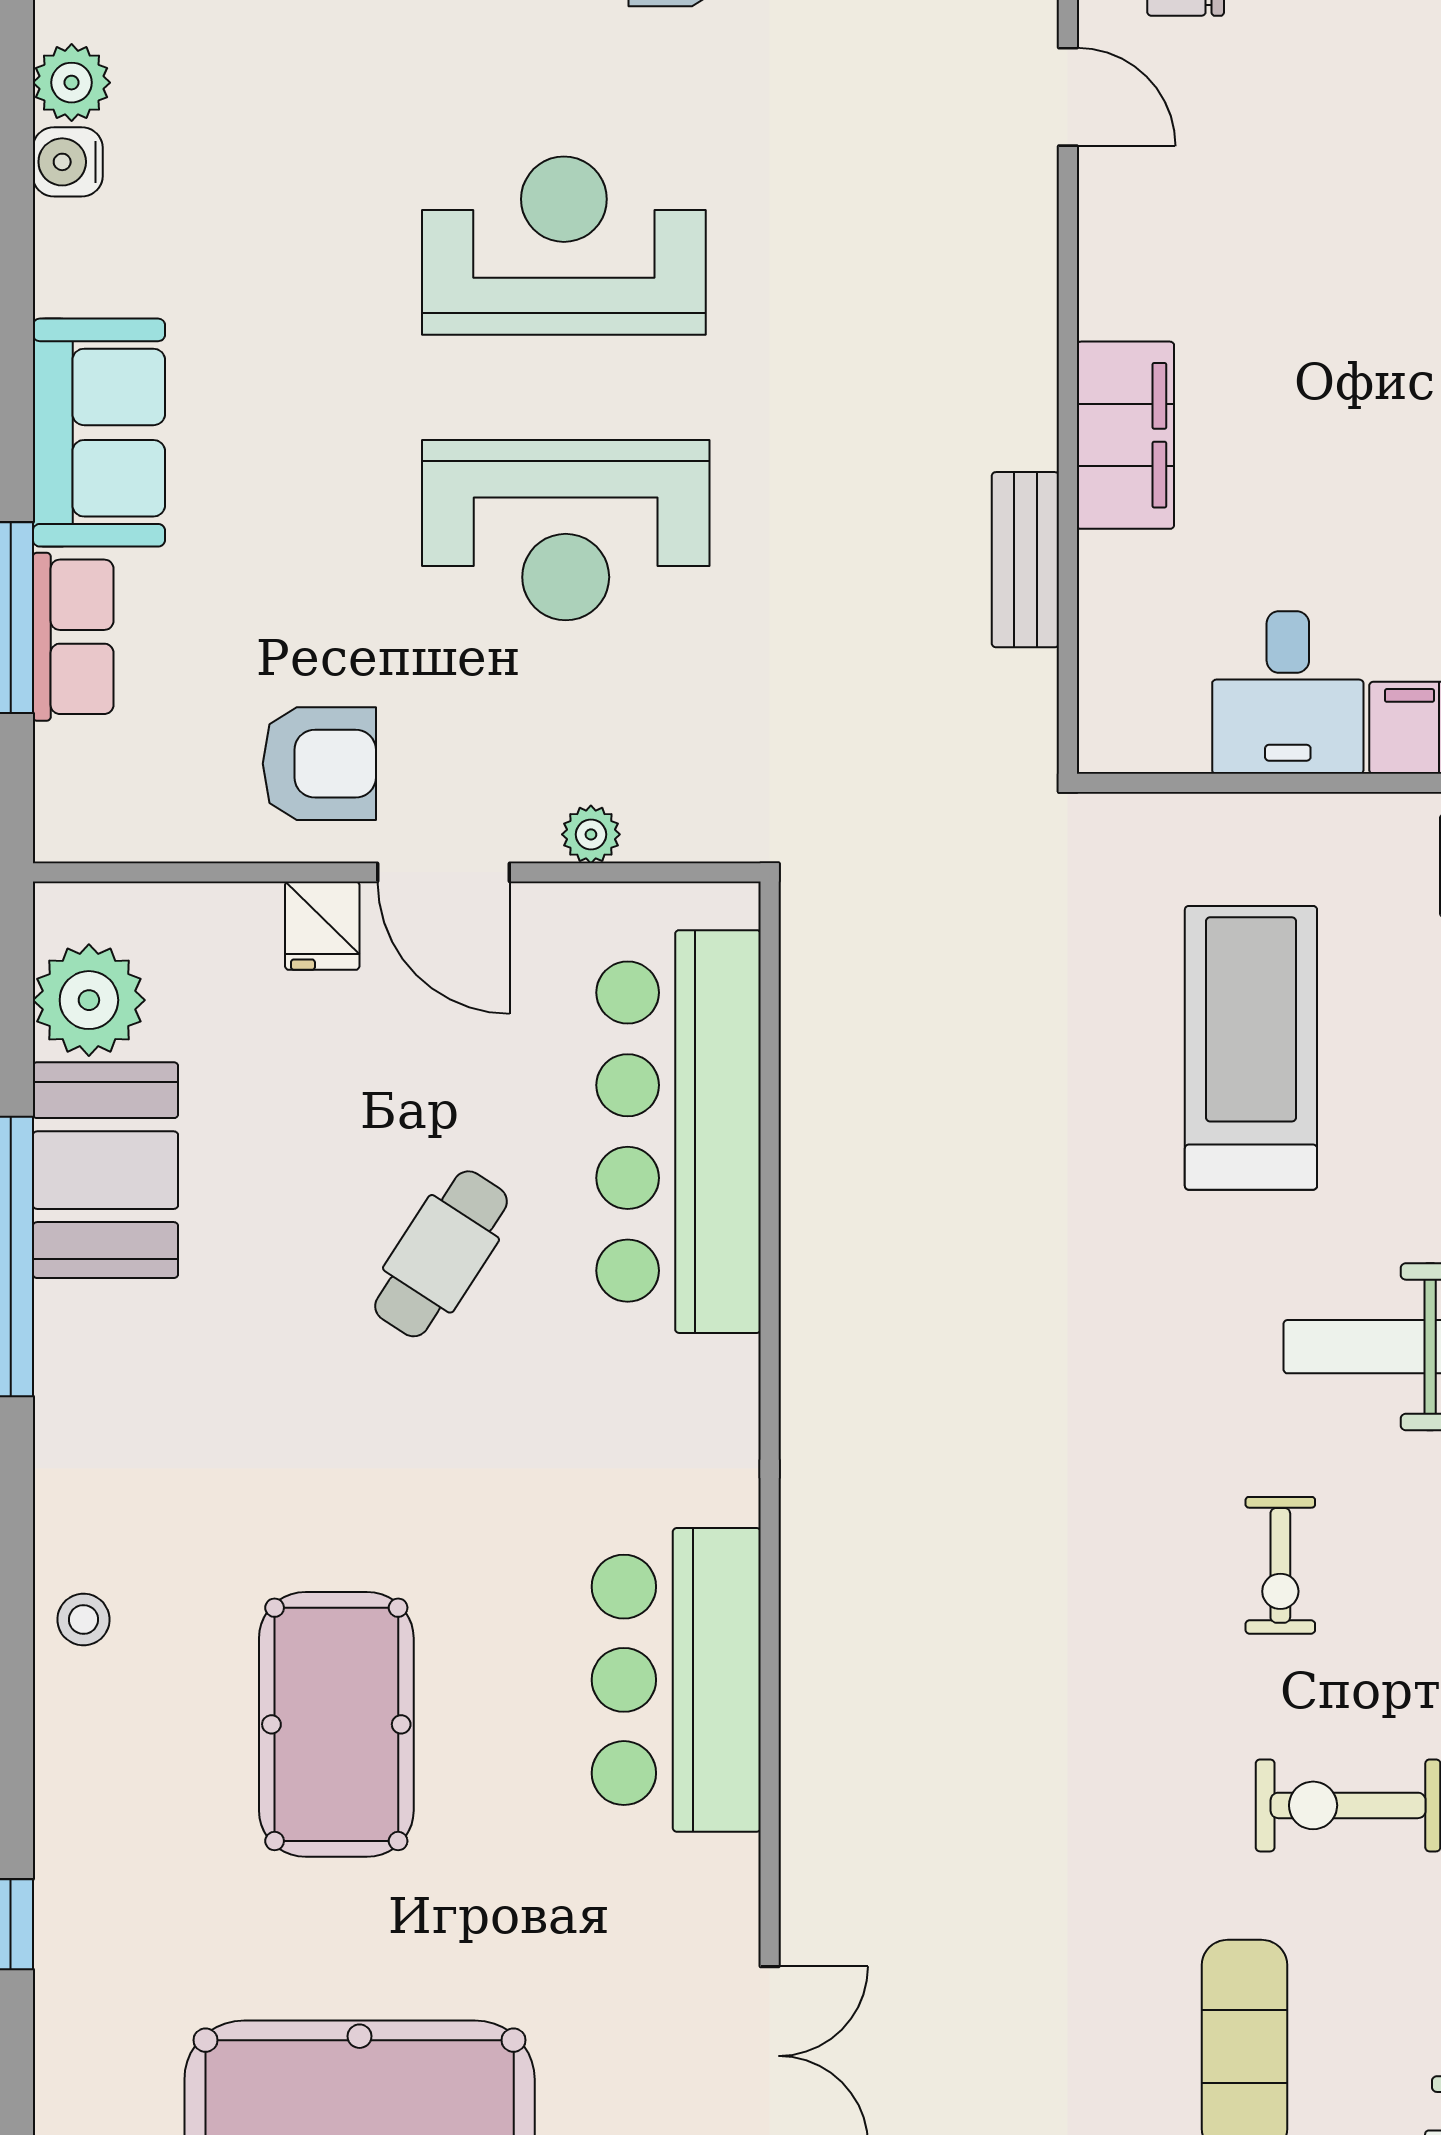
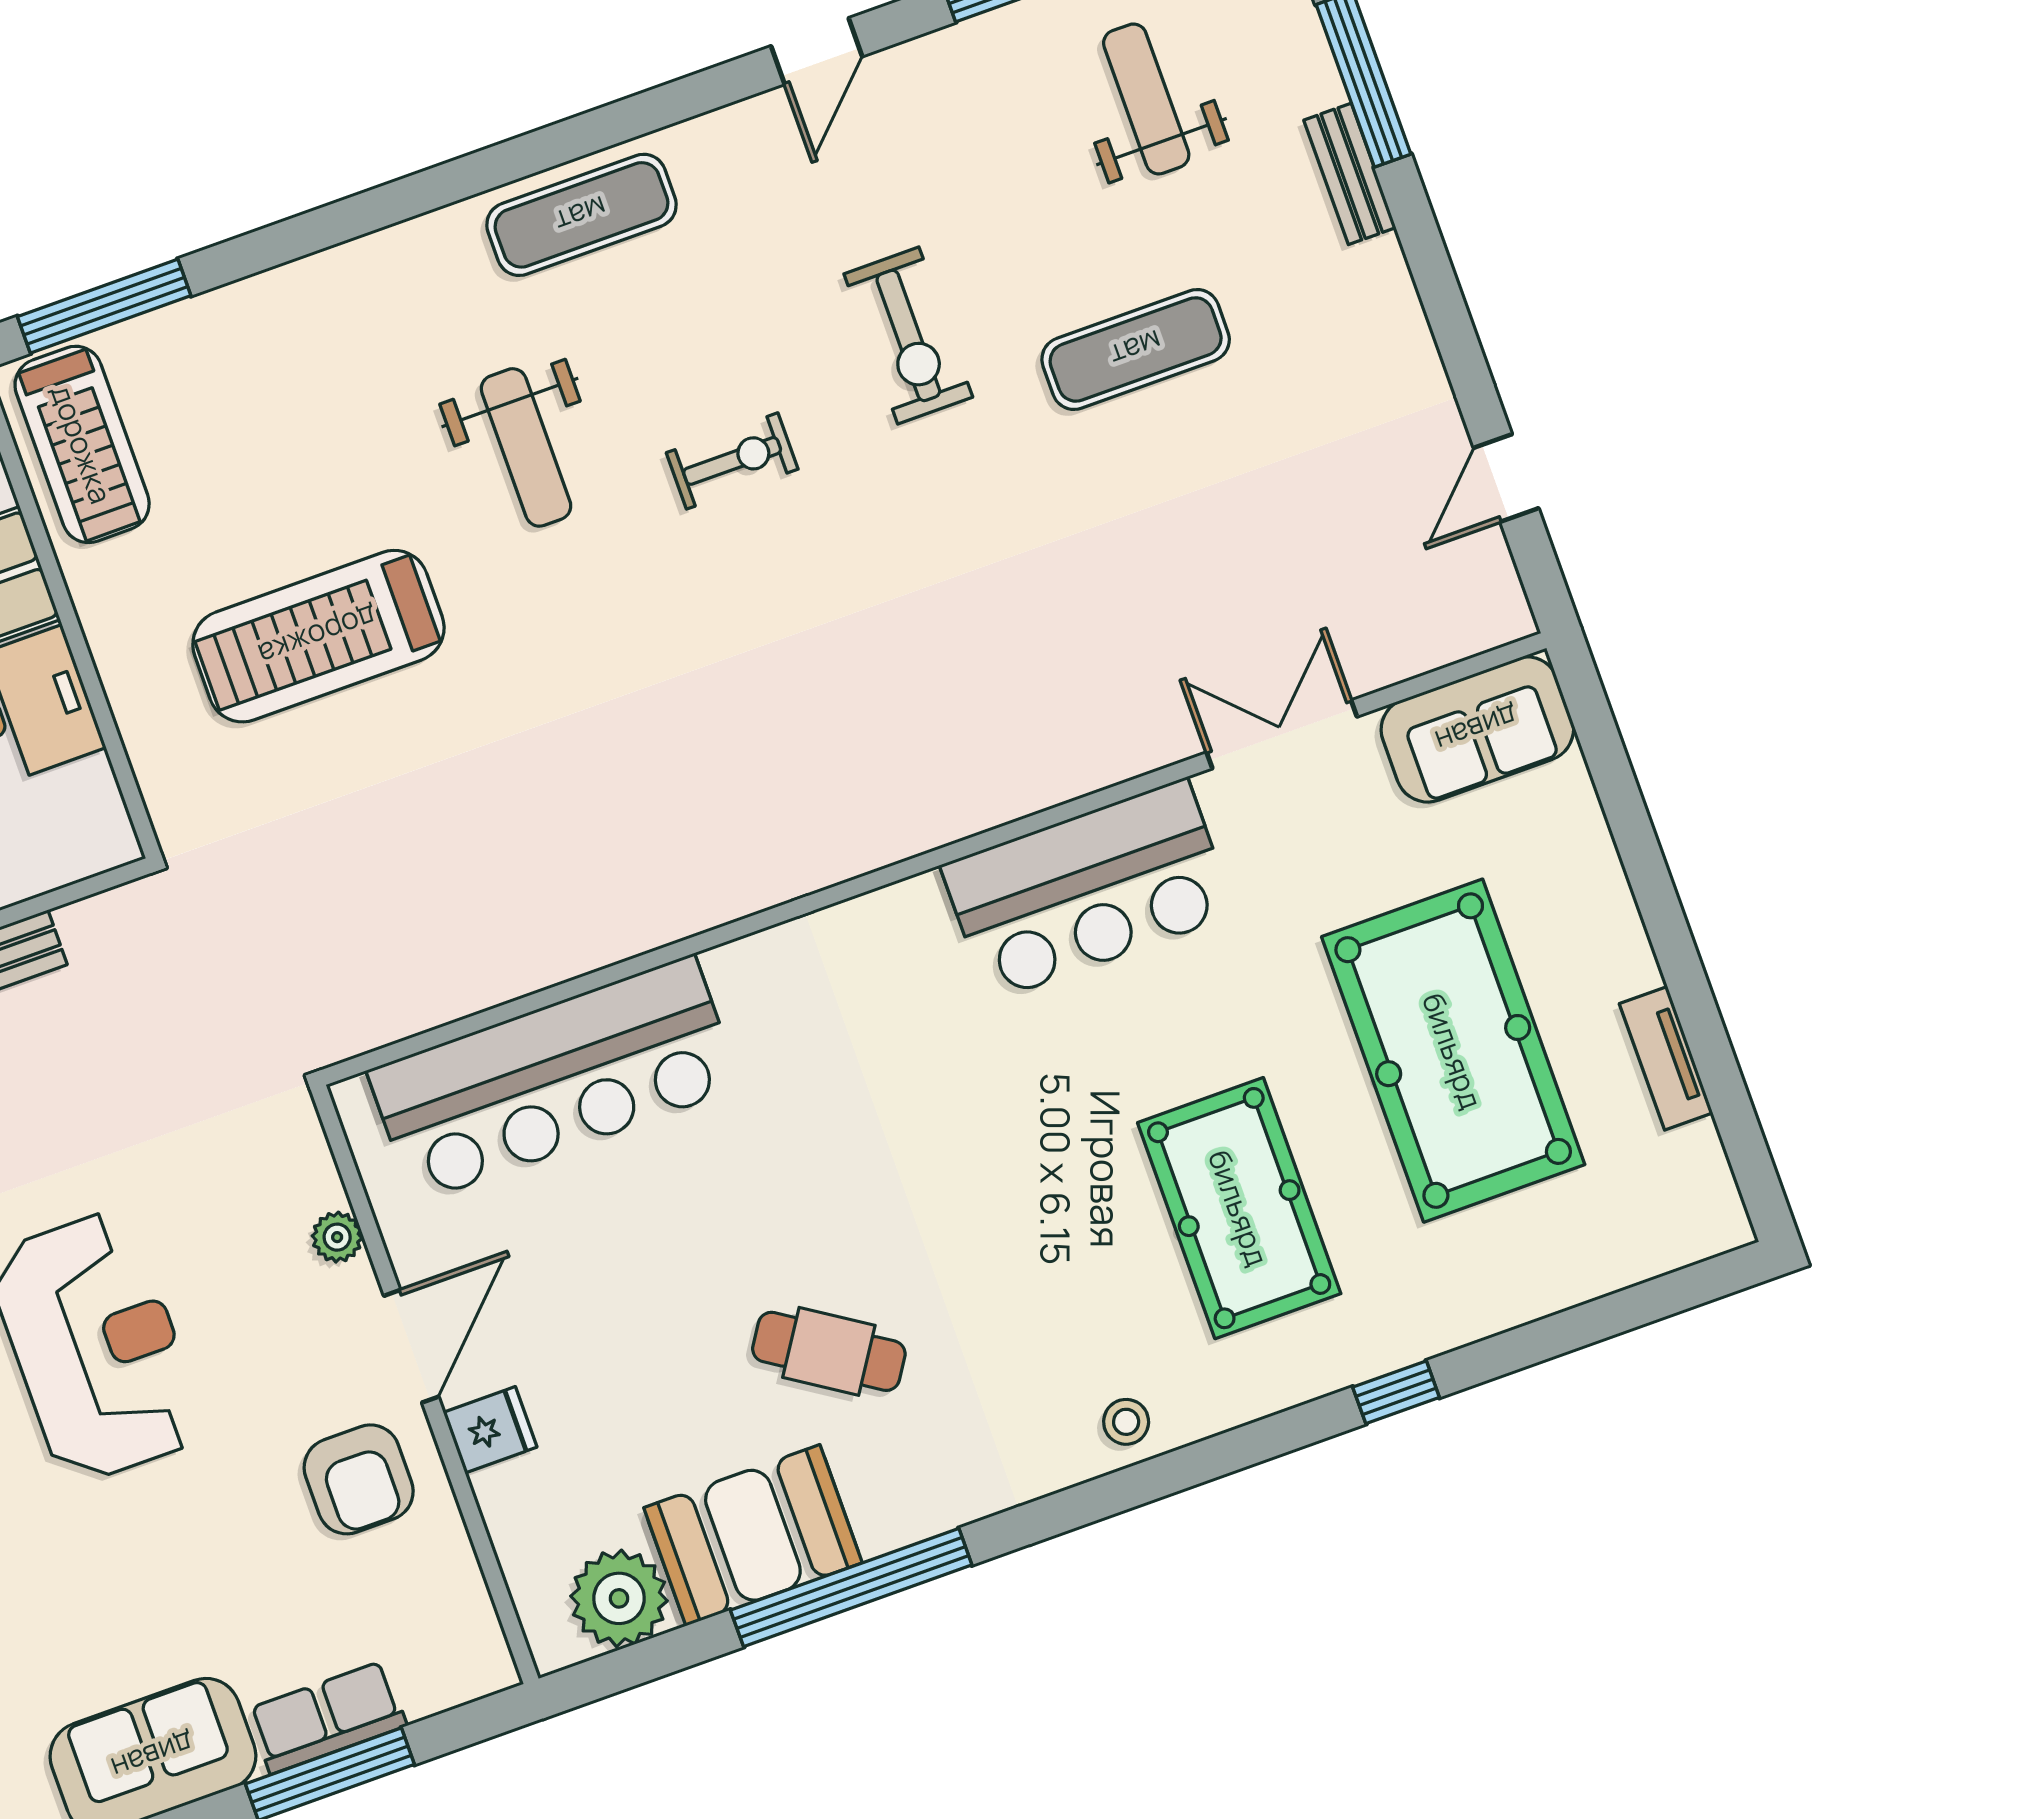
armchair: (319, 764) -> (359, 1479), turned 180
cafe table: (441, 1254) -> (829, 1351), moved
bar counter: (676, 1680) -> (1088, 890), moved
pool table: (336, 1724) -> (1239, 1208), moved, turned 90

